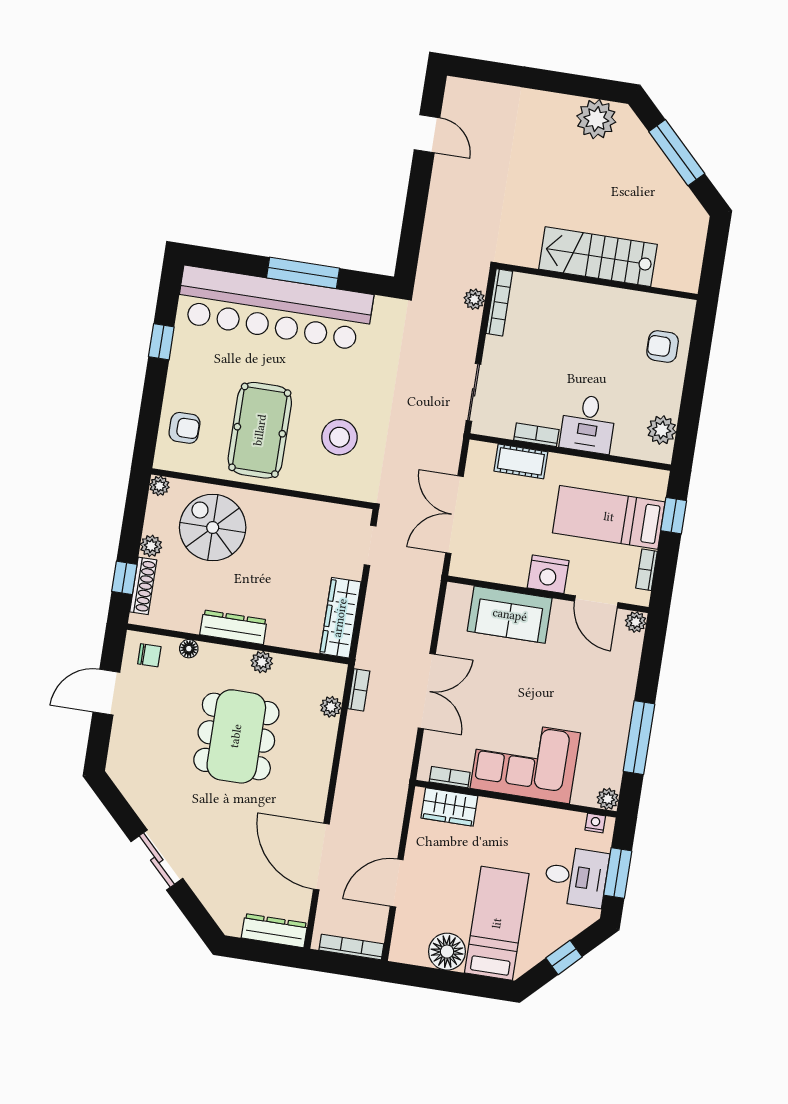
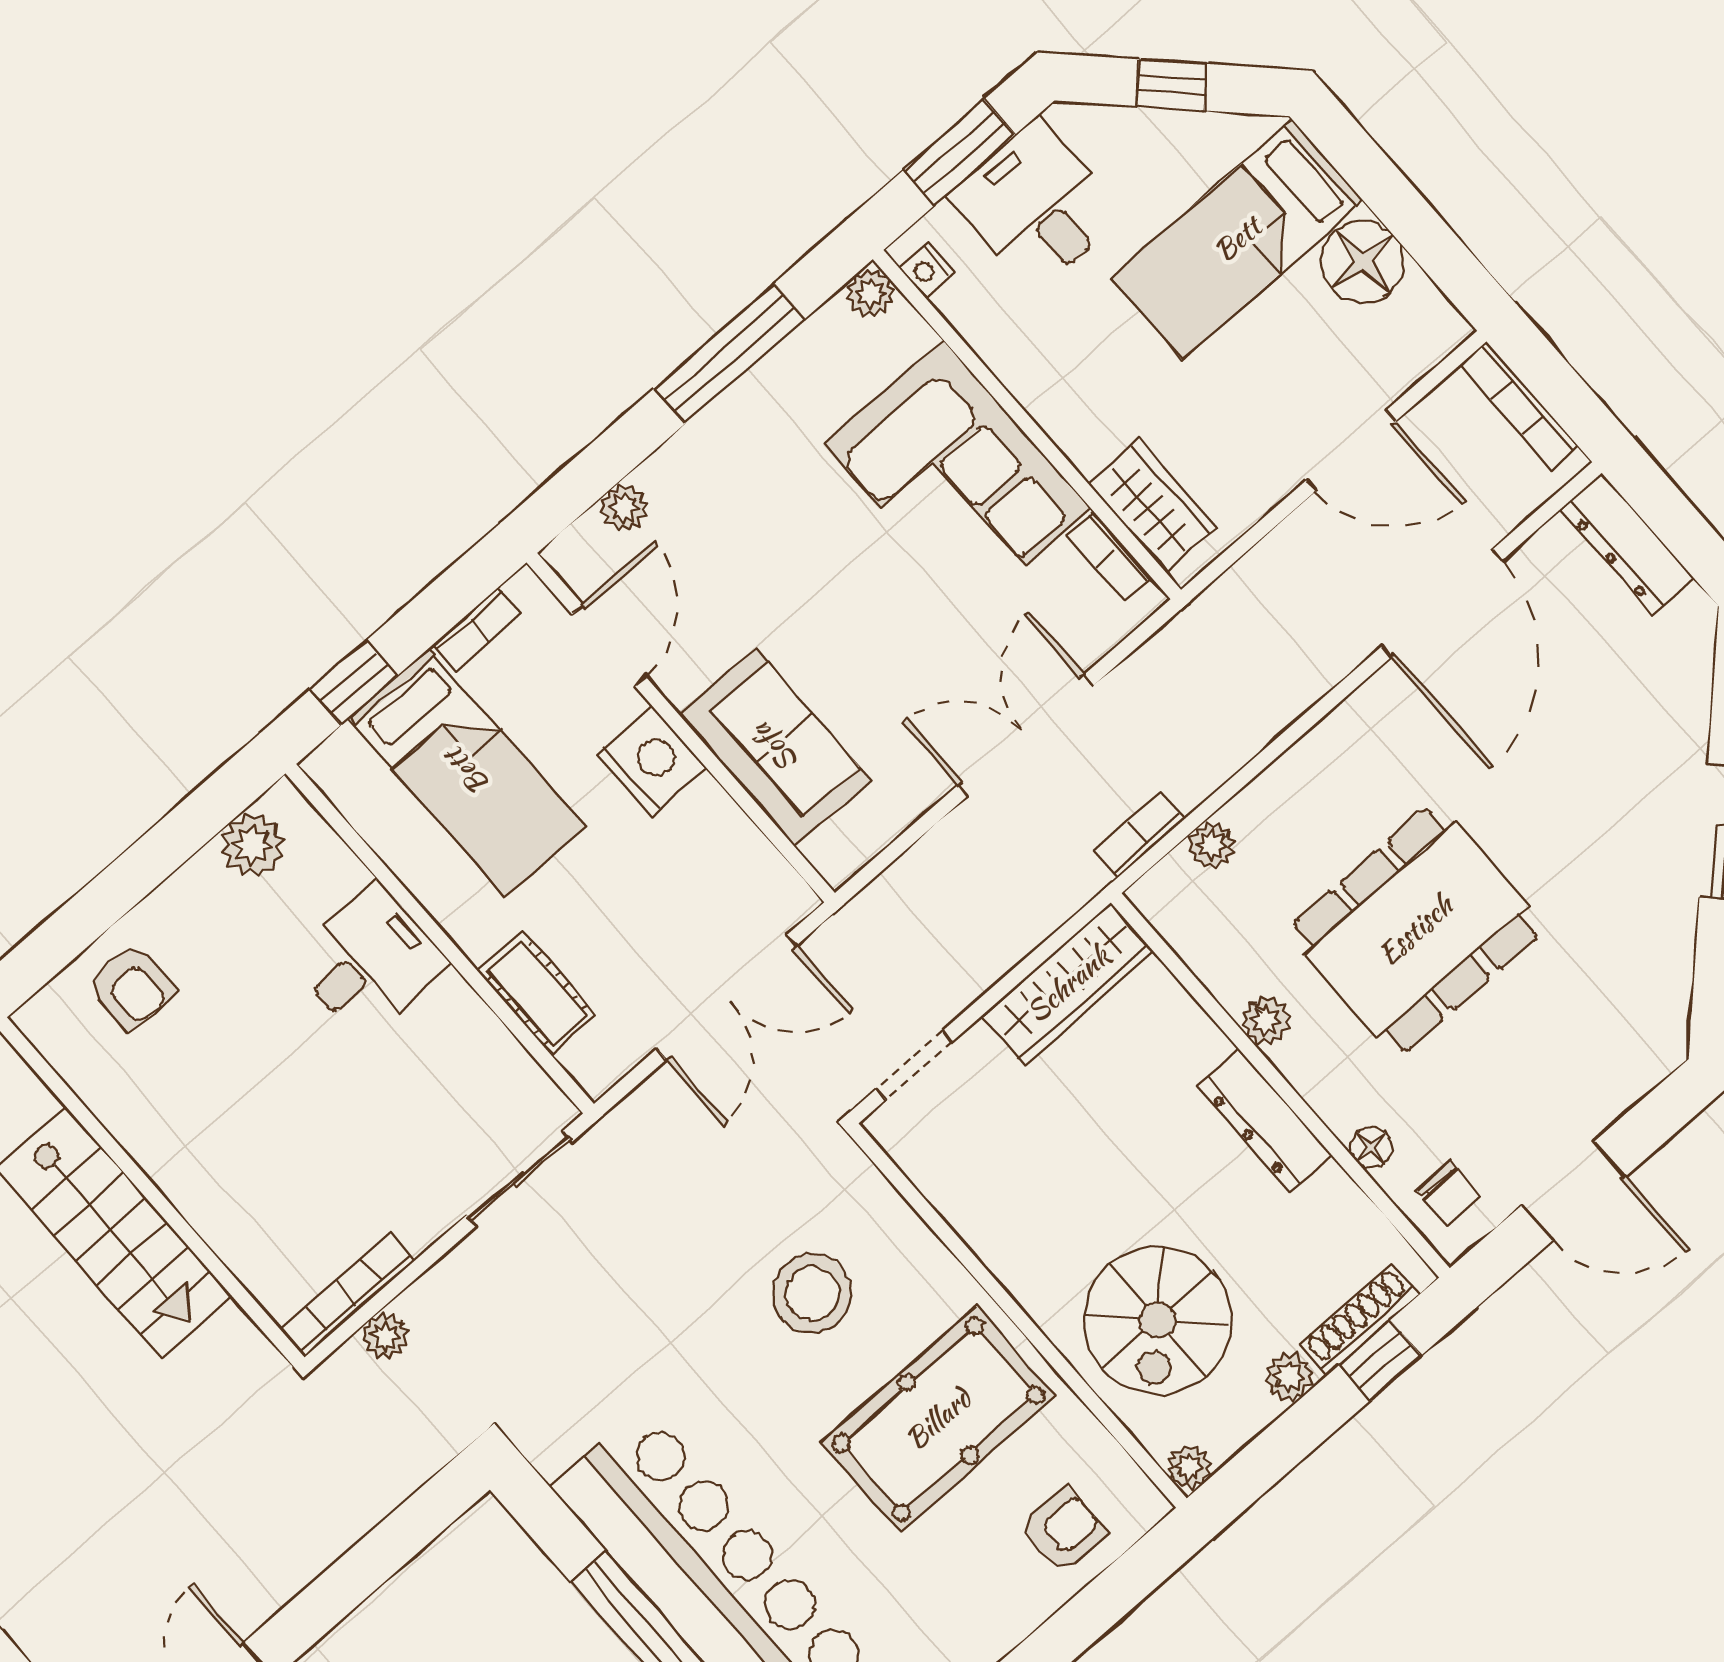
armchair: (184, 428) -> (1063, 1530), turned 90
bookcase: (536, 435) -> (473, 1016), removed
plant: (636, 622) -> (624, 508), moved
chair: (149, 655) -> (1448, 1193), turned 180

